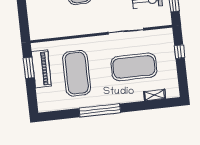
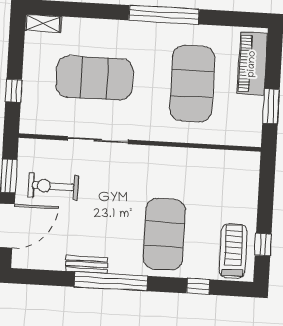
piano: (41, 69) -> (252, 64), moved
shelving: (155, 95) -> (43, 23), moved

